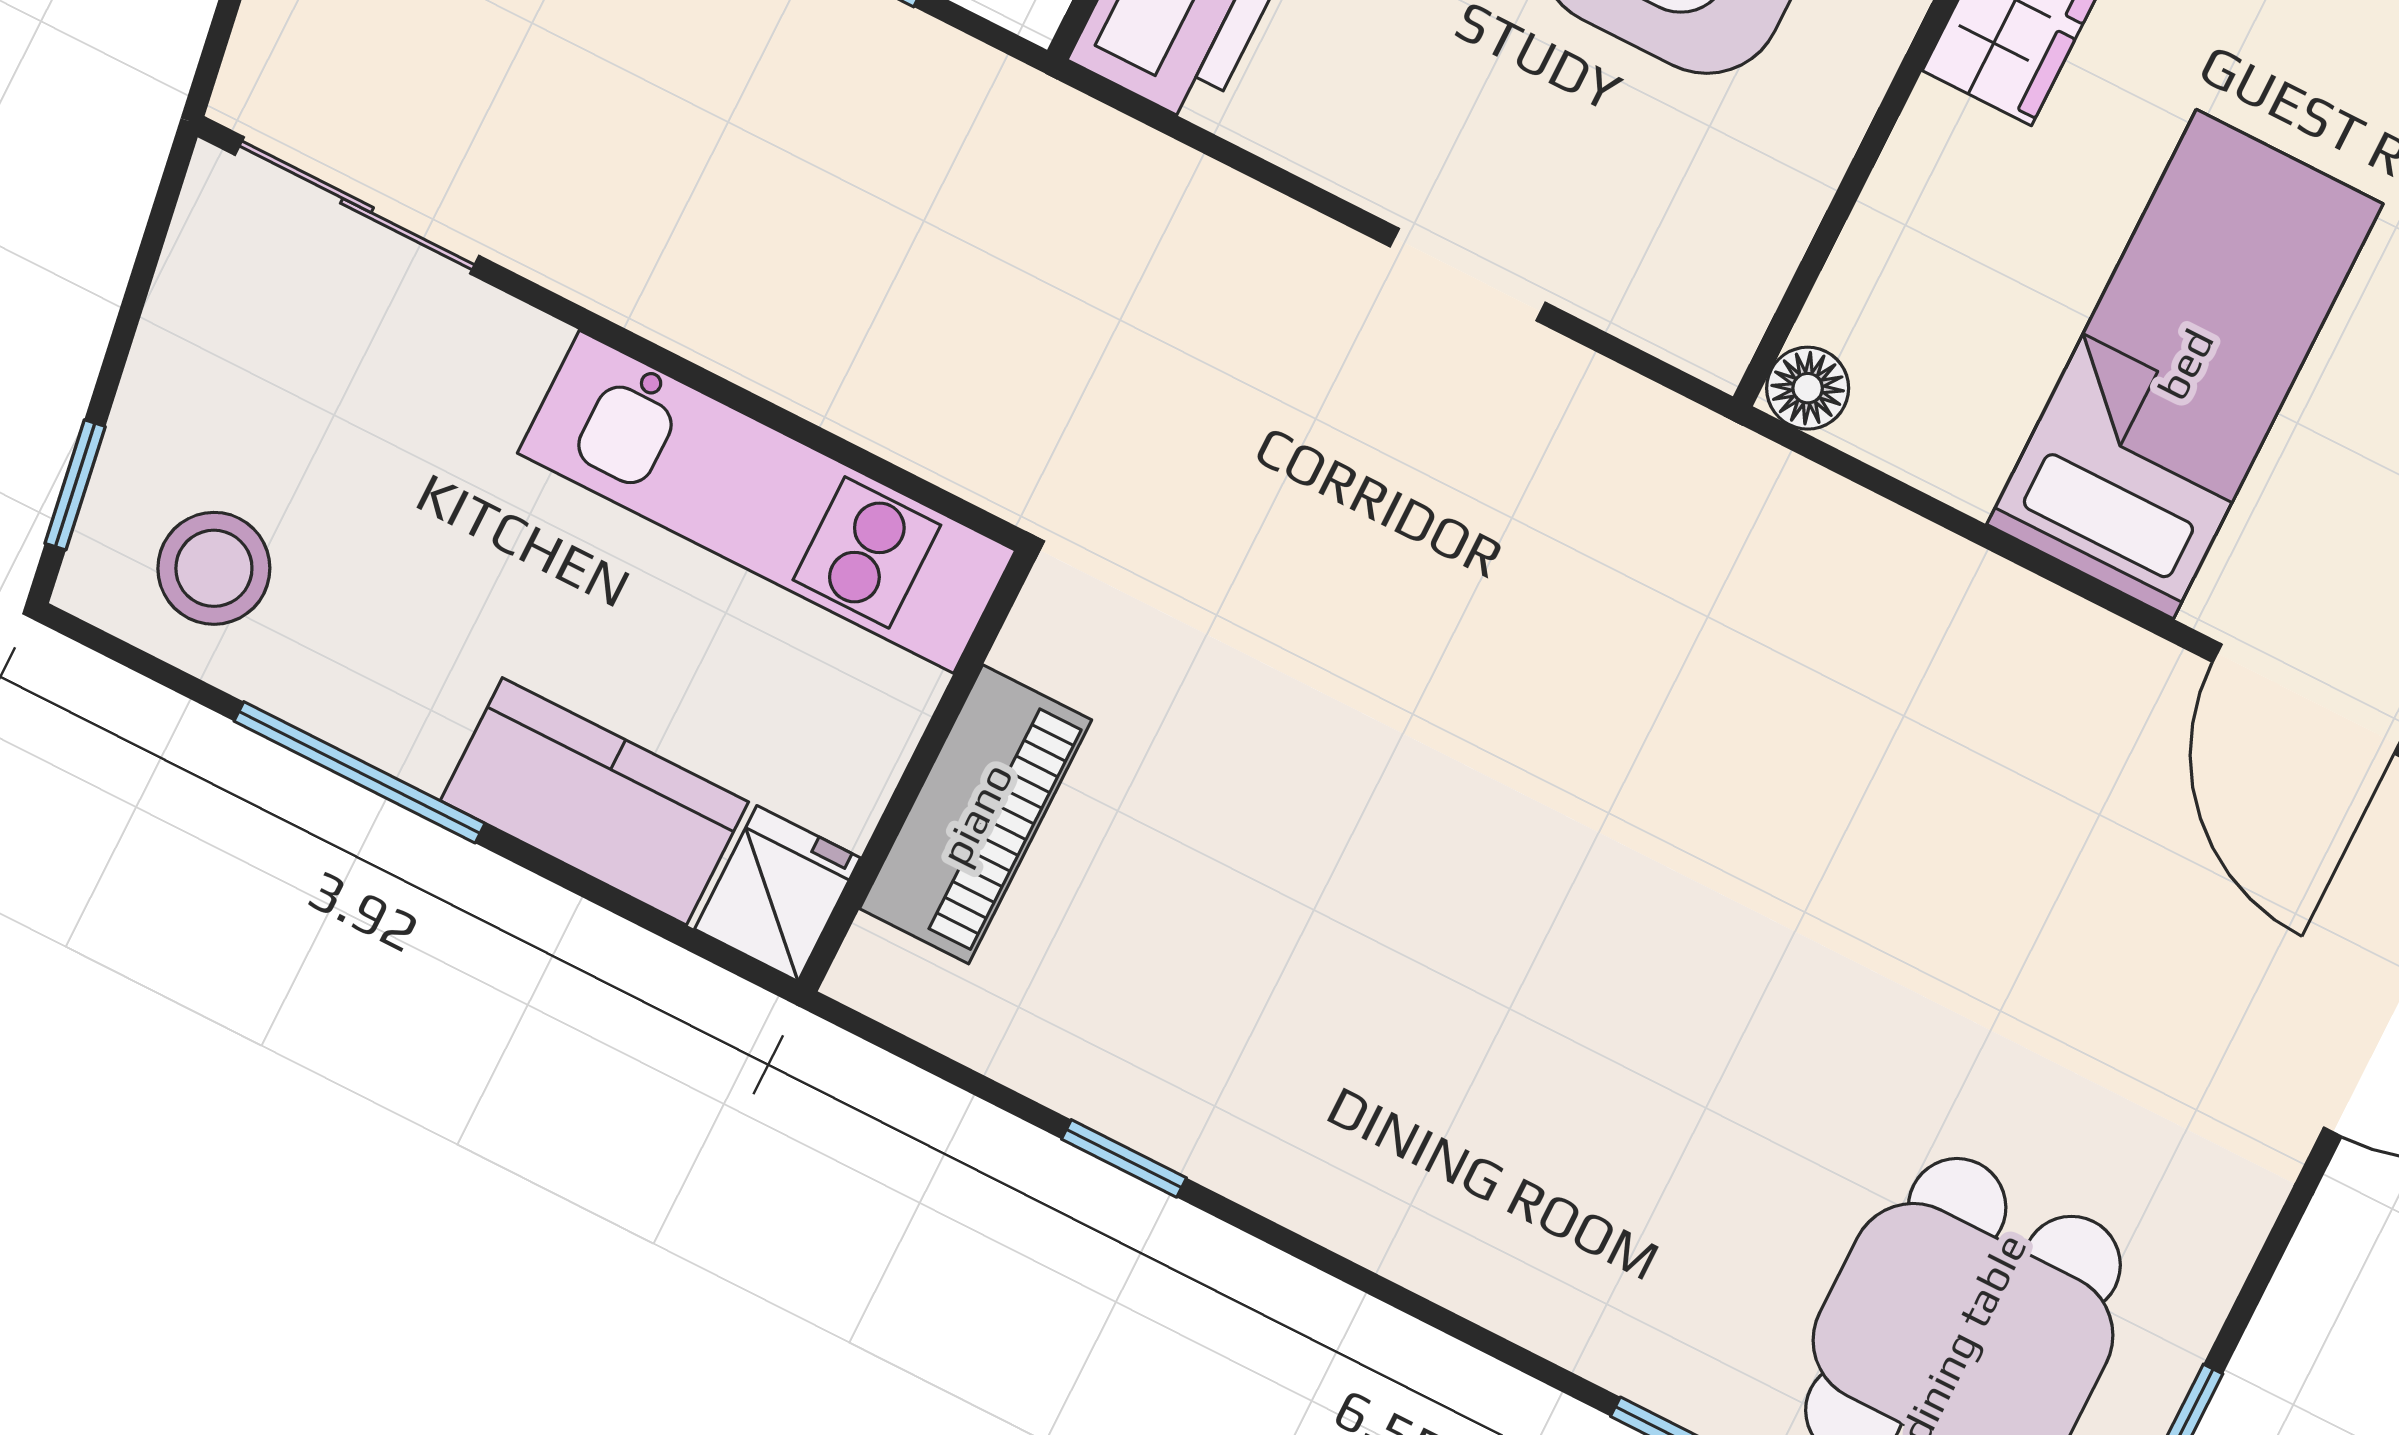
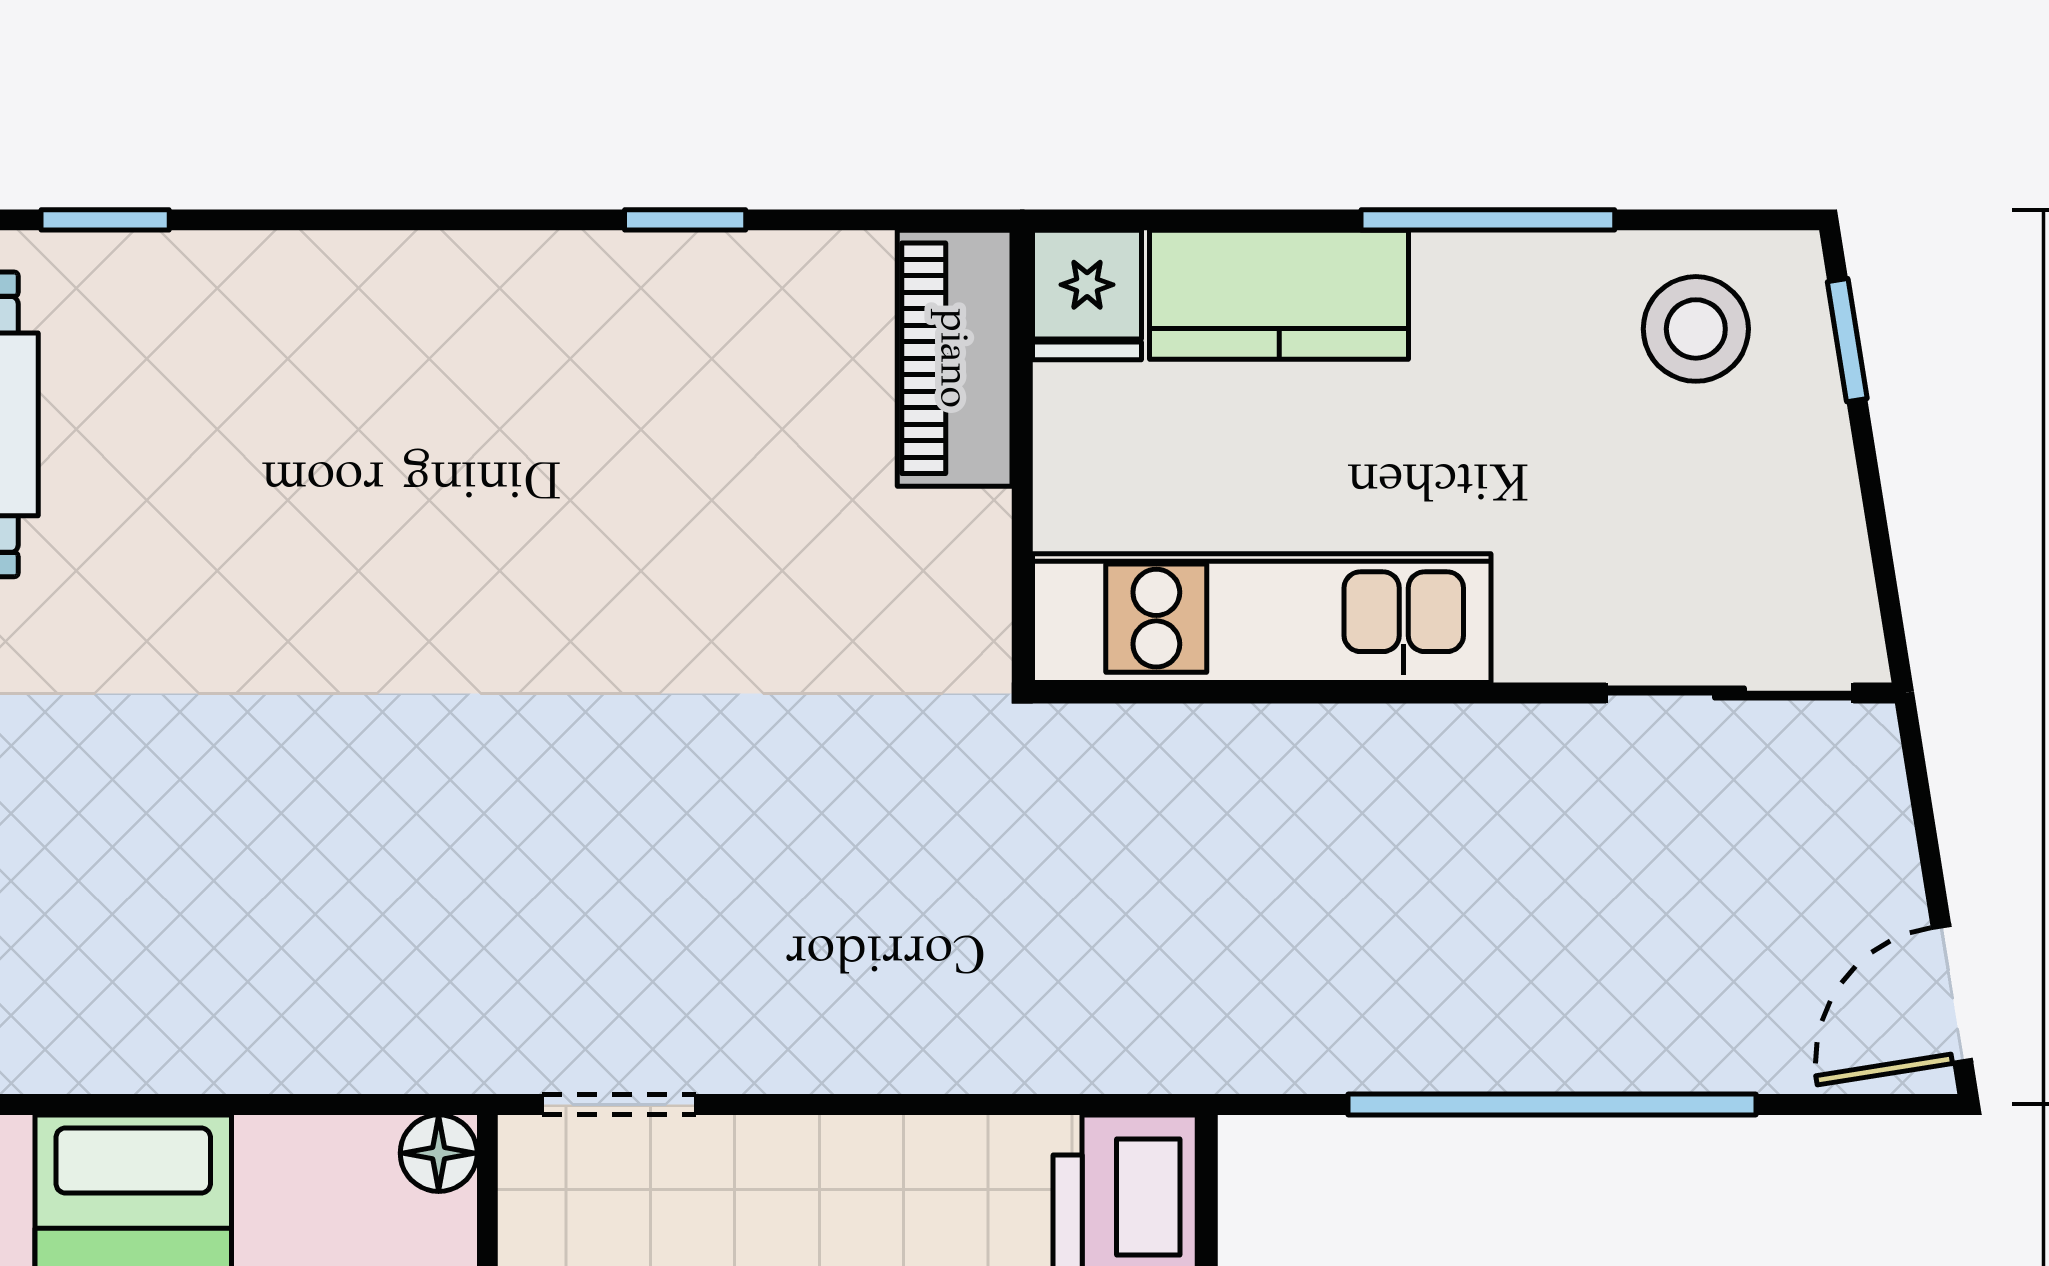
doorway: (1468, 275) -> (619, 1104), moved
piano: (976, 814) -> (955, 358), moved

